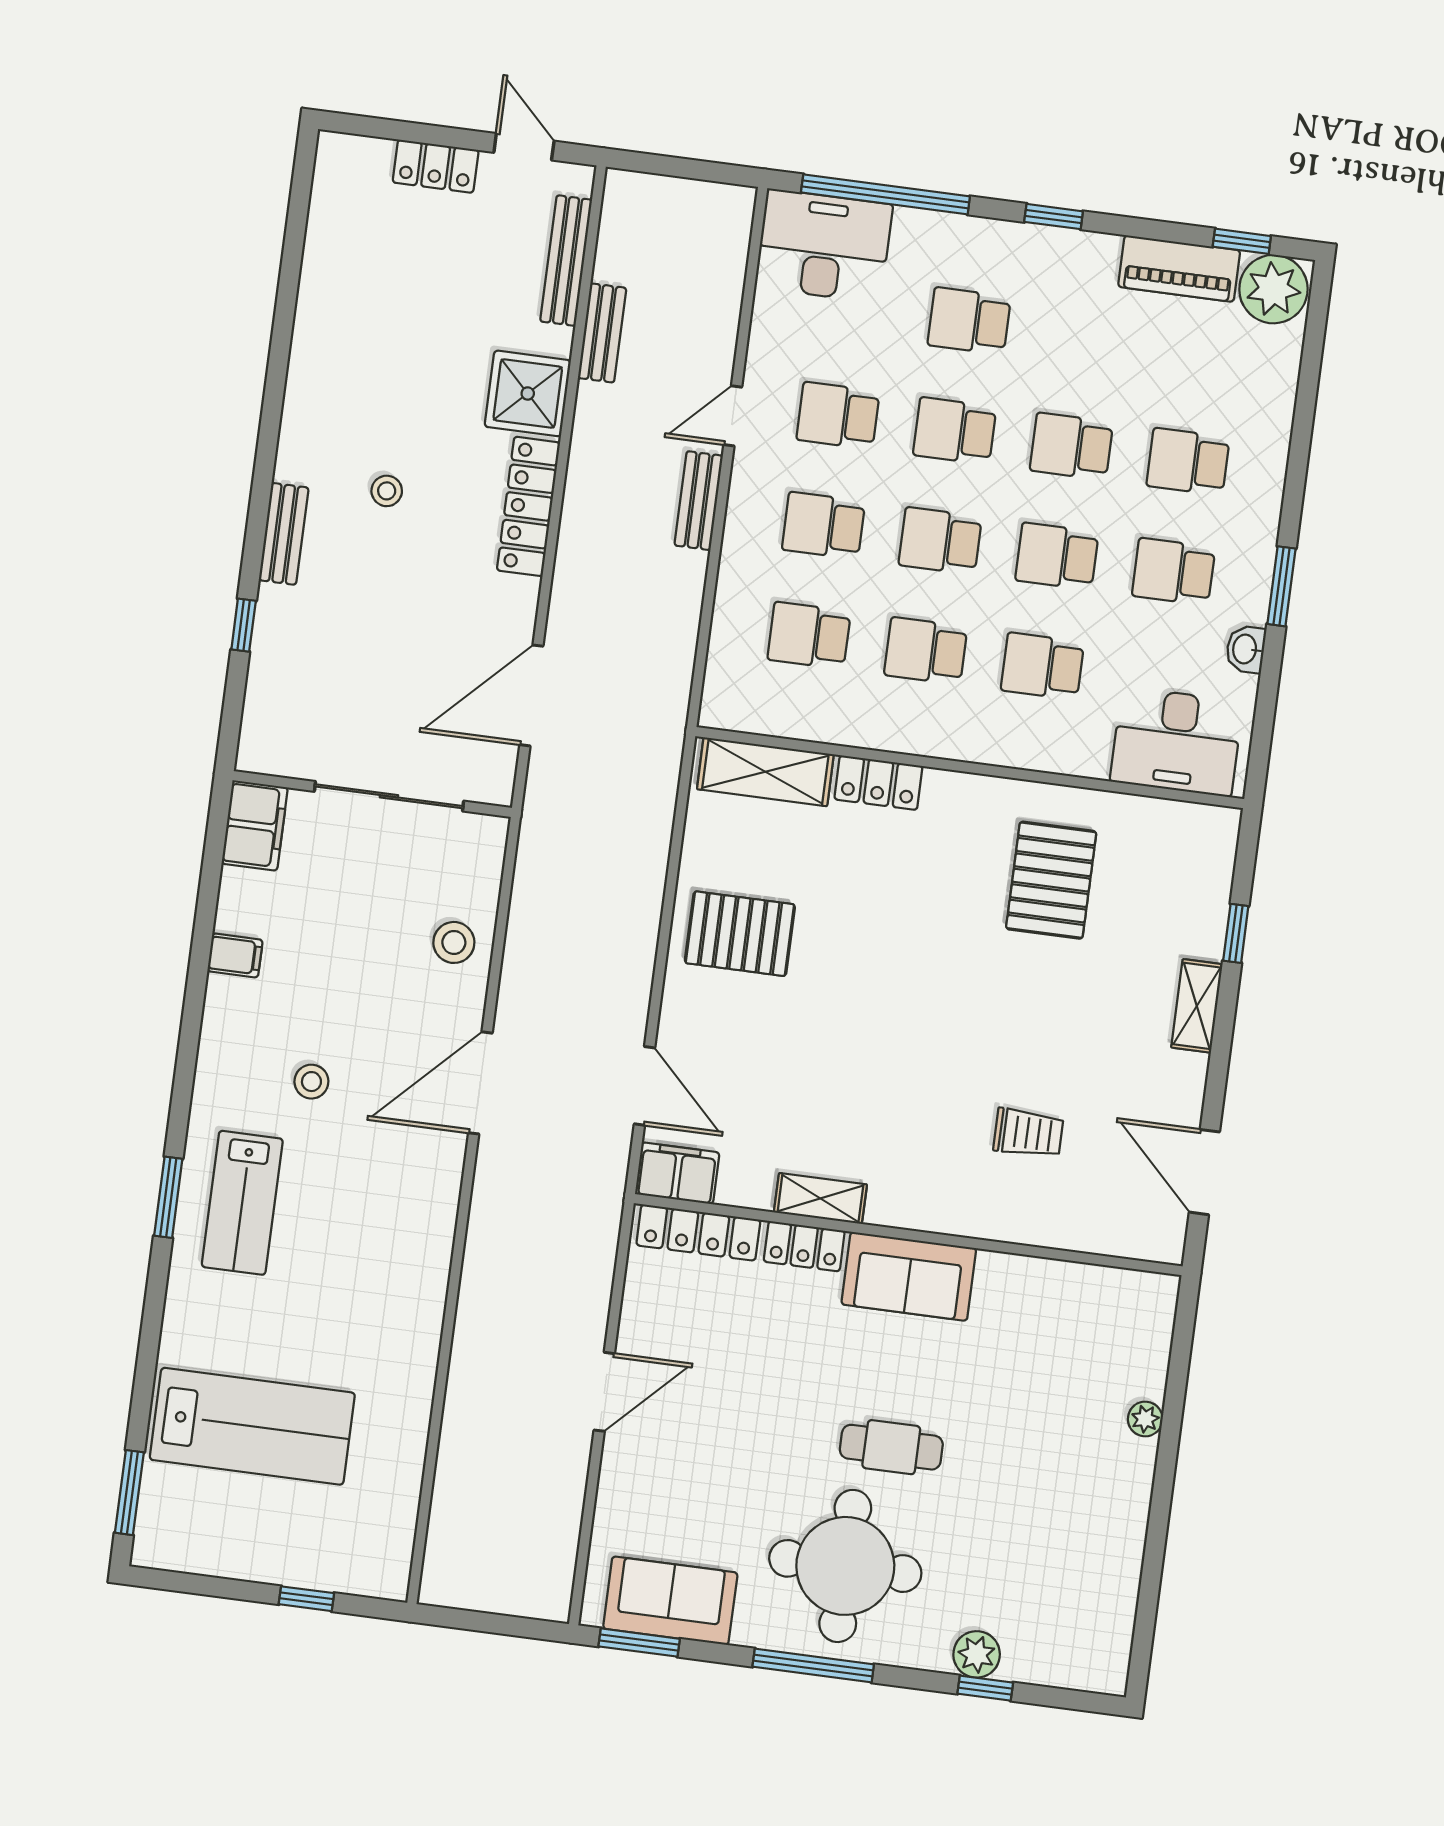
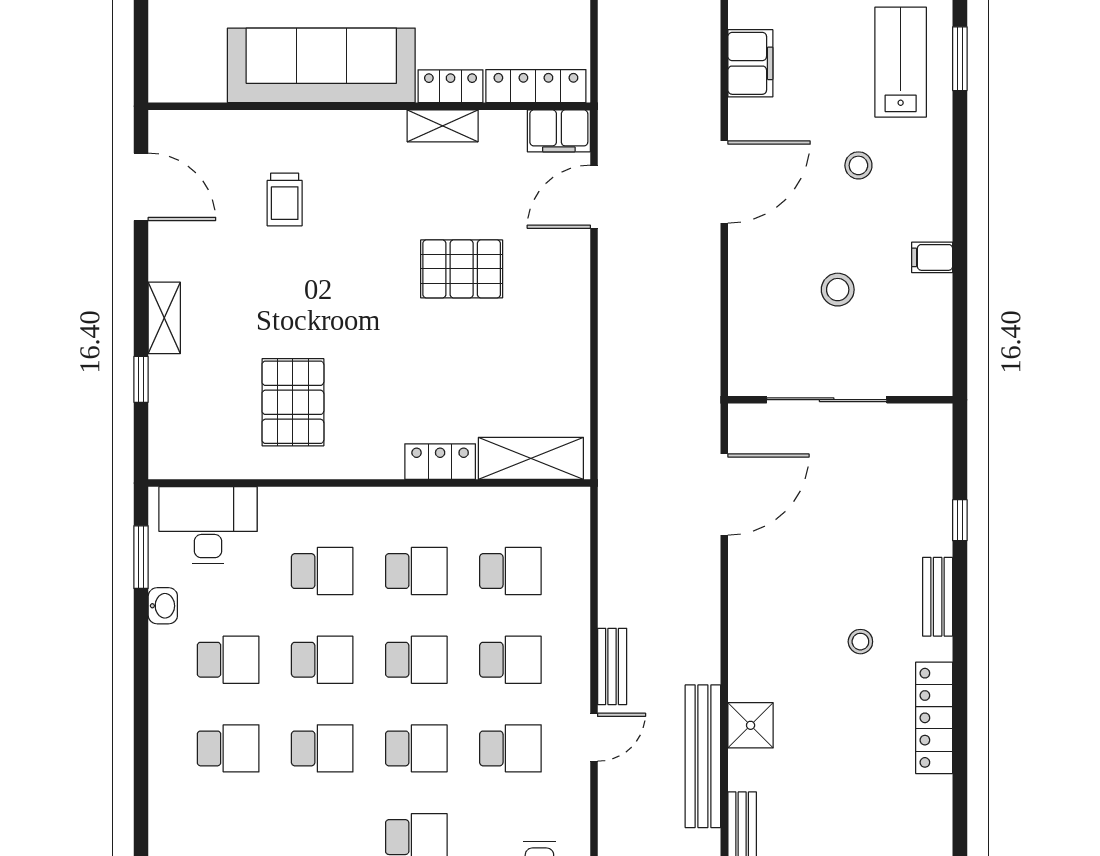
bench: (602, 333) -> (703, 756), width x1.86, depth x1.21
shower: (528, 393) -> (751, 725), width x0.73, depth x0.73
locker: (528, 506) -> (934, 718), moved, turned 180
window: (1281, 586) -> (141, 557), moved
filing cabinet: (255, 826) -> (750, 63), moved, turned 180
pallet: (740, 934) -> (462, 269), moved
stool: (454, 942) -> (838, 290), moved
door: (644, 1086) -> (594, 197), hinge flipped
trolley: (1028, 1133) -> (285, 199), turned -90
sofa: (909, 1276) -> (321, 65), width x1.85, depth x1.27

